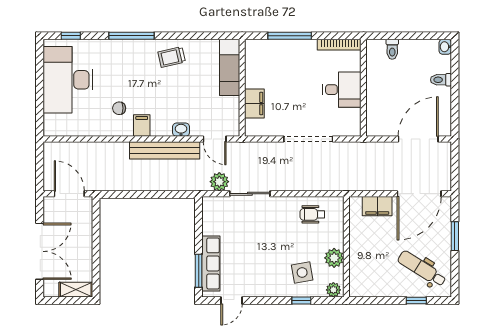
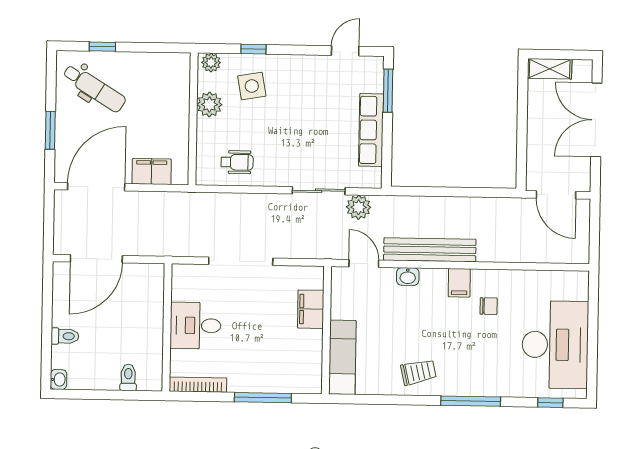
row of seats: (211, 263) -> (371, 130), moved

